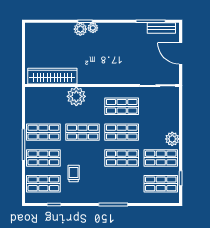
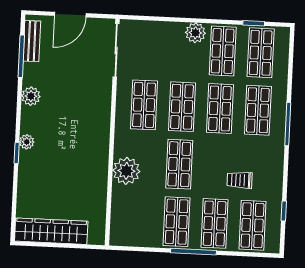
plant: (80, 29) -> (31, 96), moved
wardrobe: (52, 76) -> (51, 231), moved, turned 90
shop shelf: (122, 184) -> (258, 110), added

